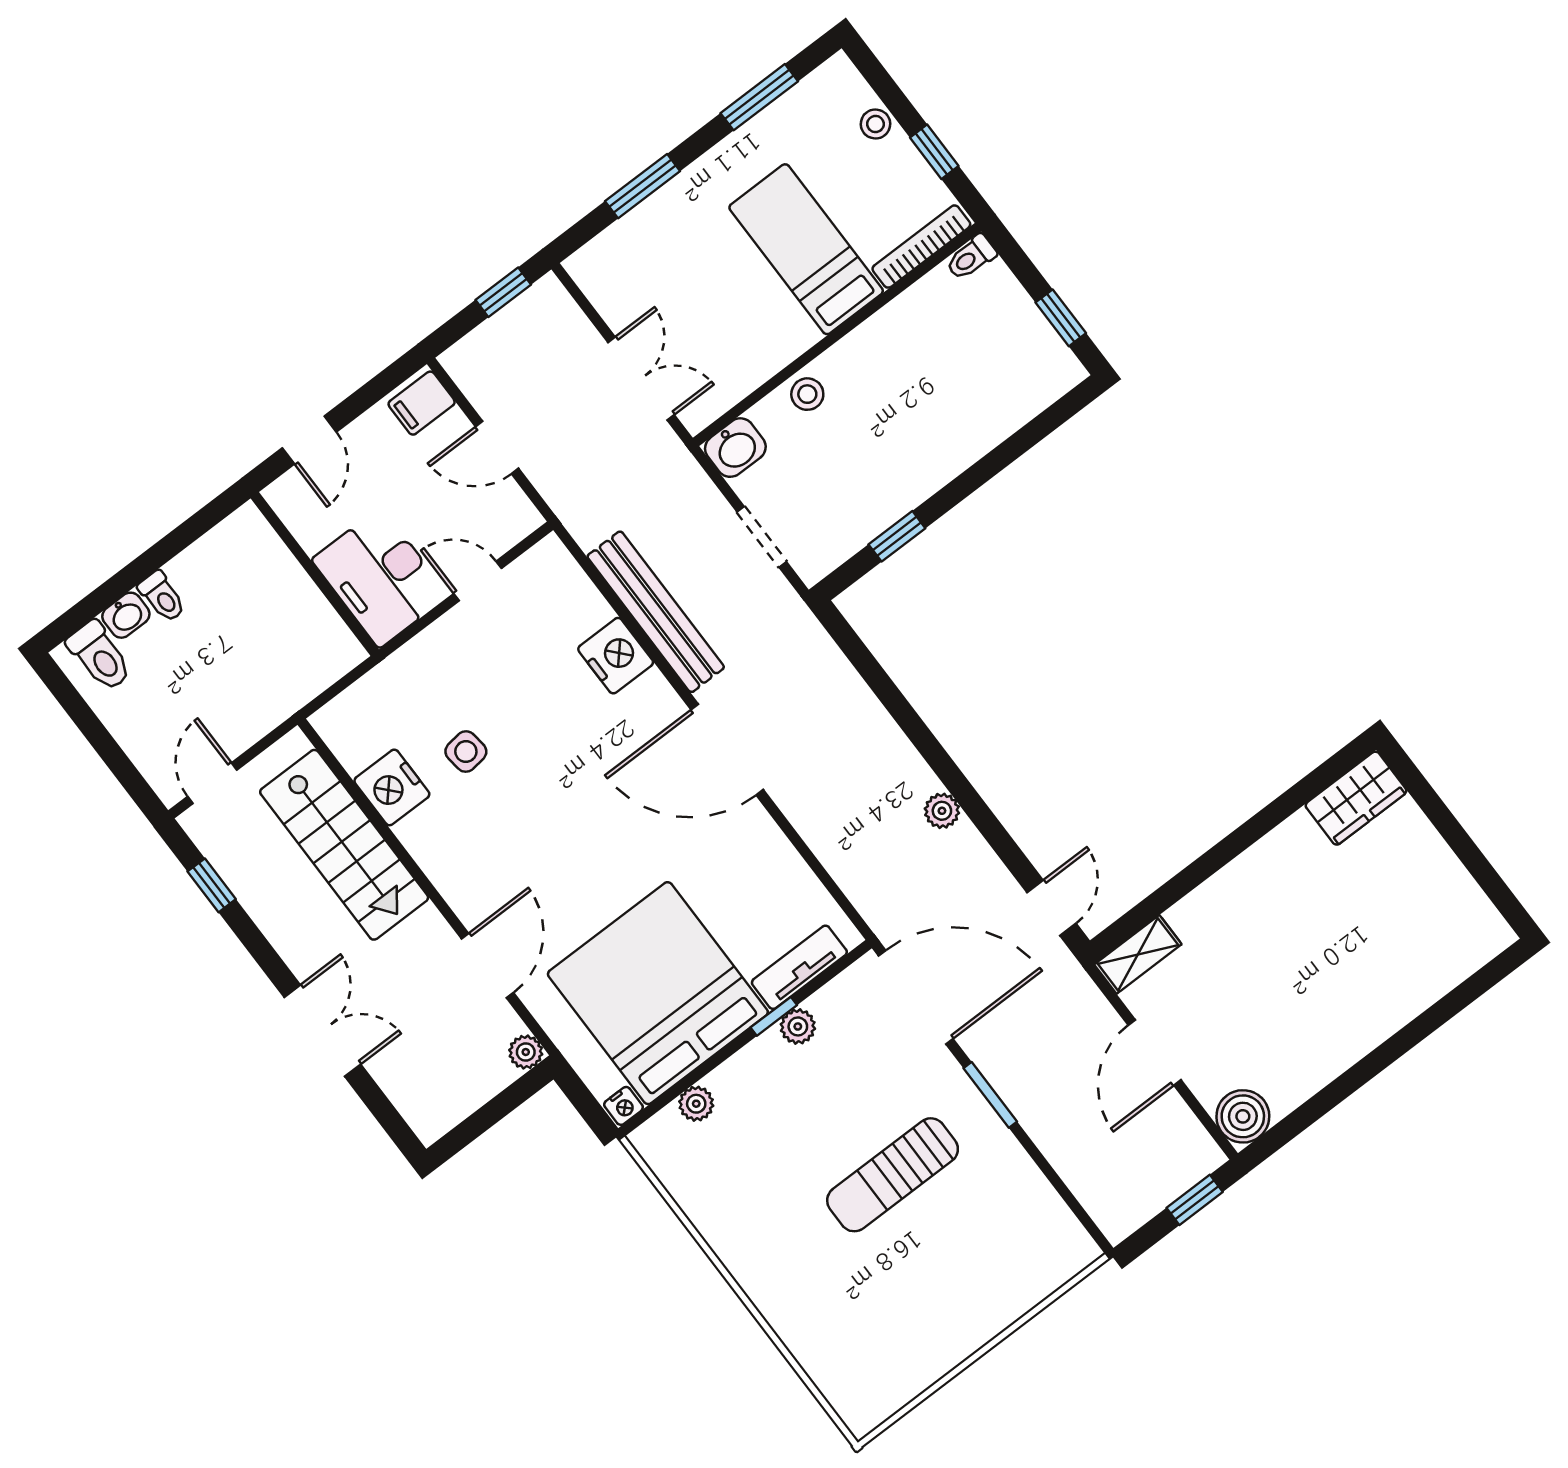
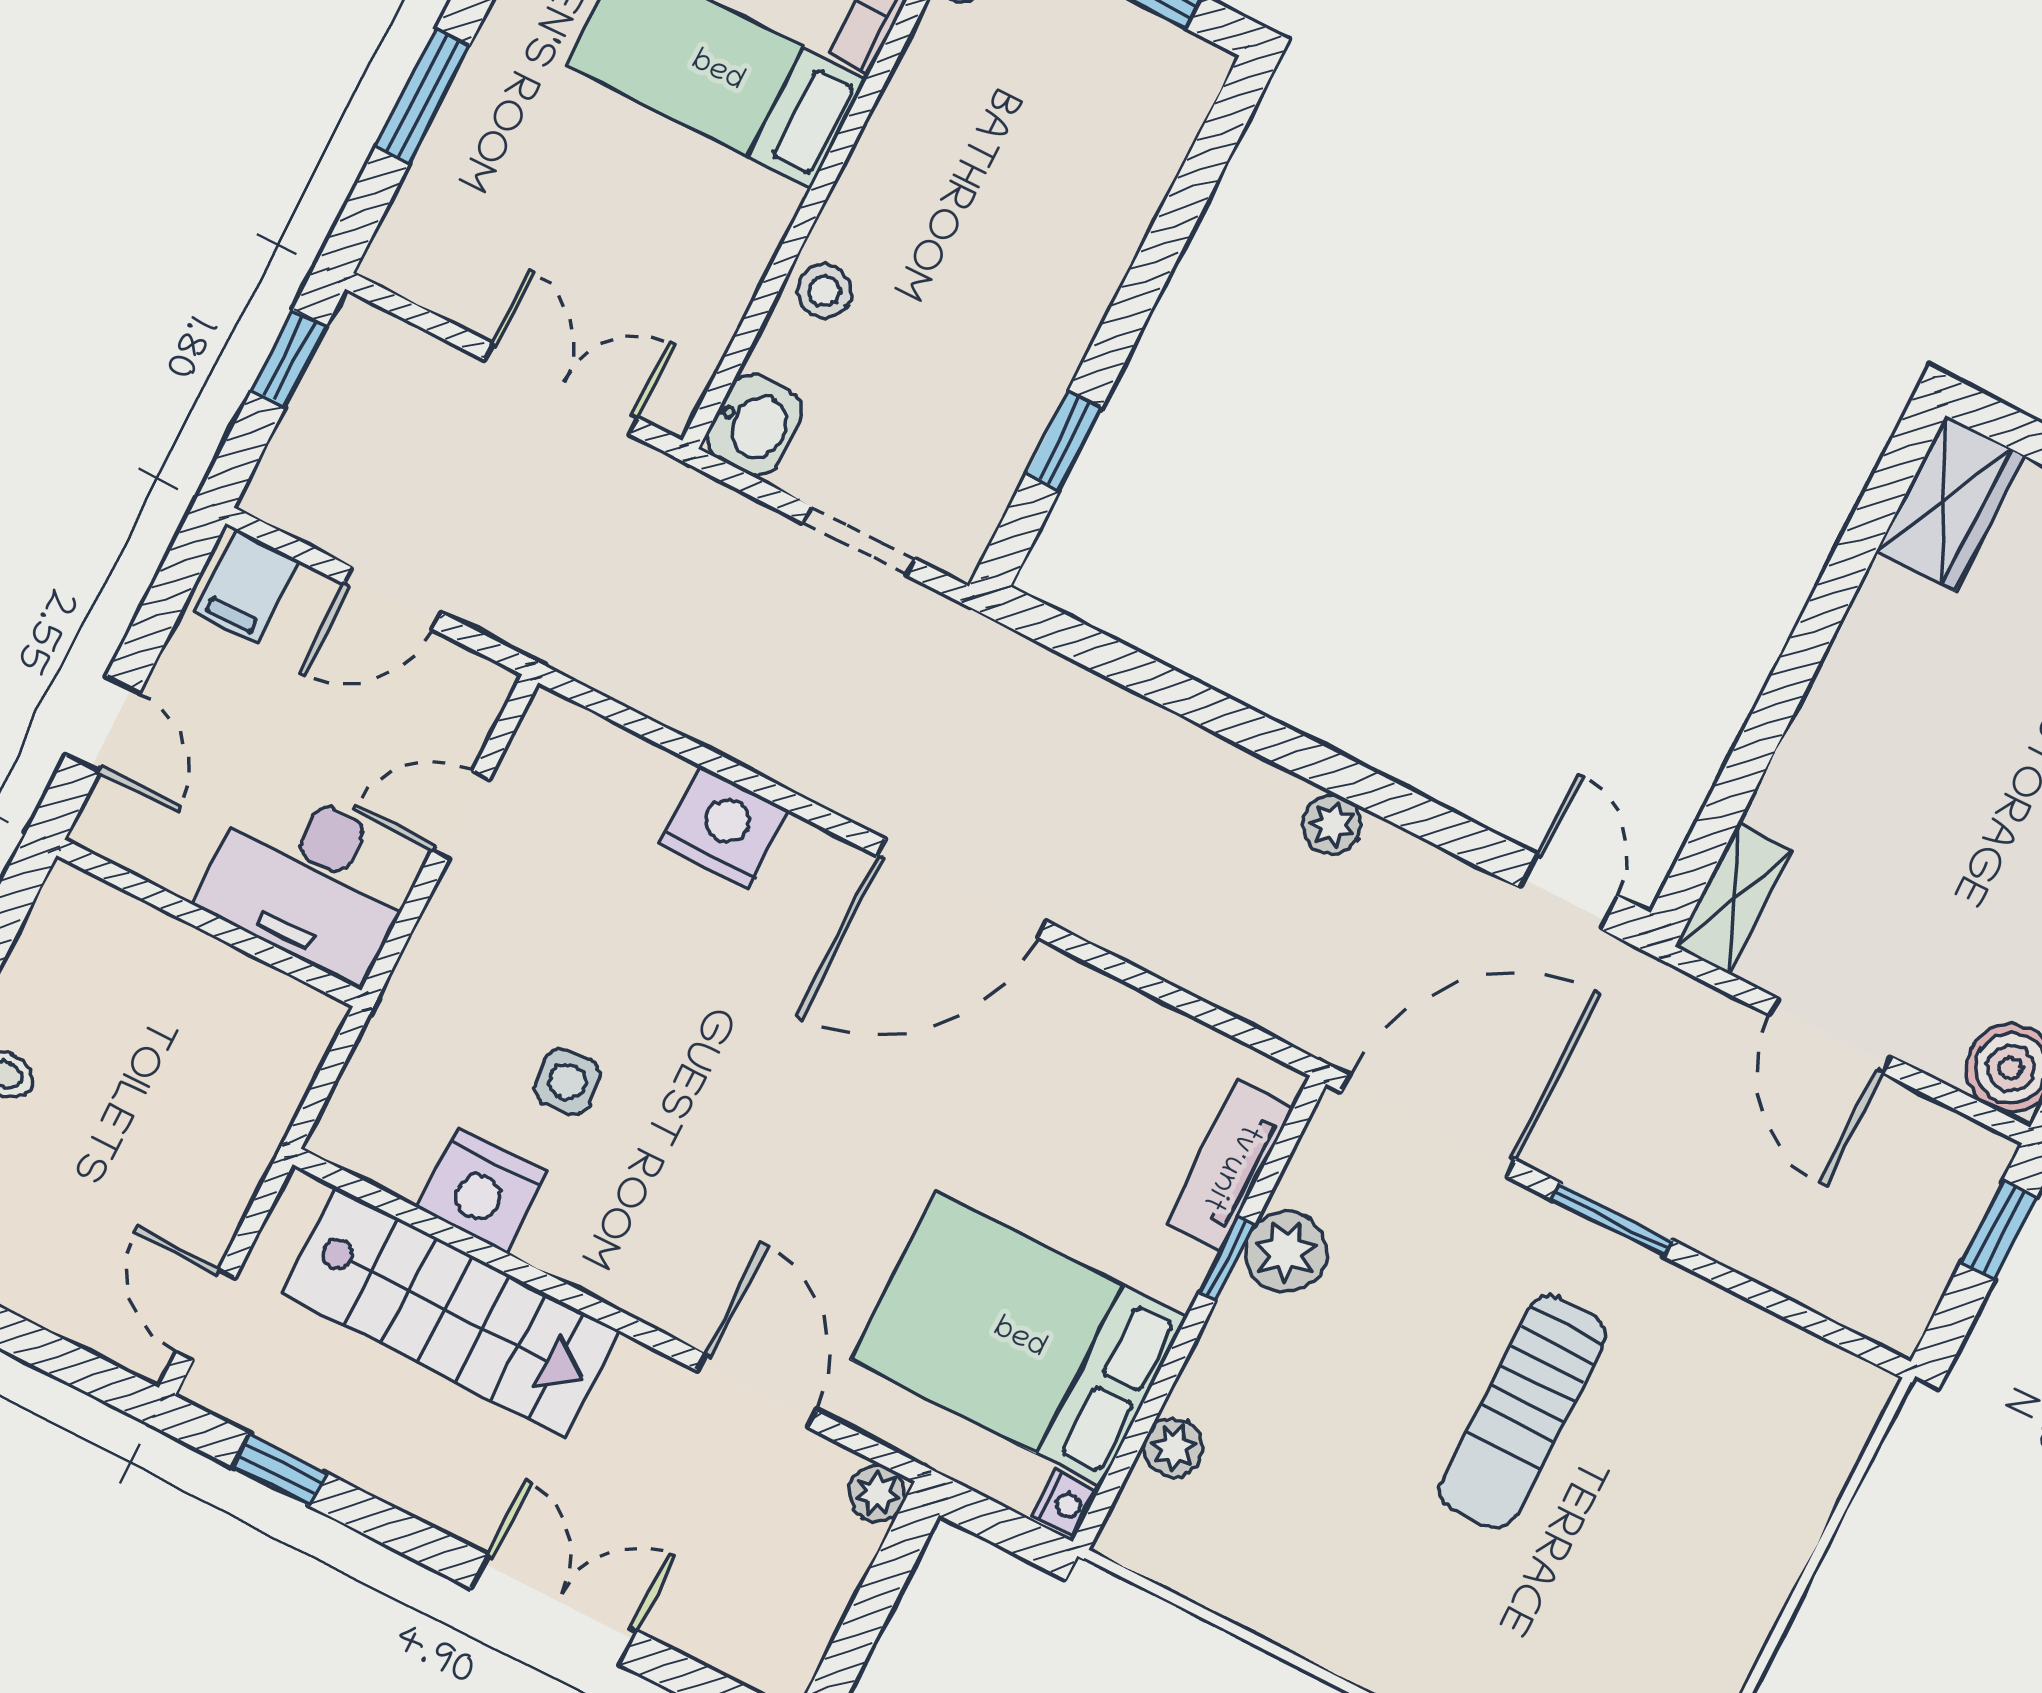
bench: (656, 612) -> (753, 732), removed
bed: (658, 993) -> (1019, 1339), width x0.73
plant: (798, 1026) -> (1286, 1252), width x1.38, depth x1.38

